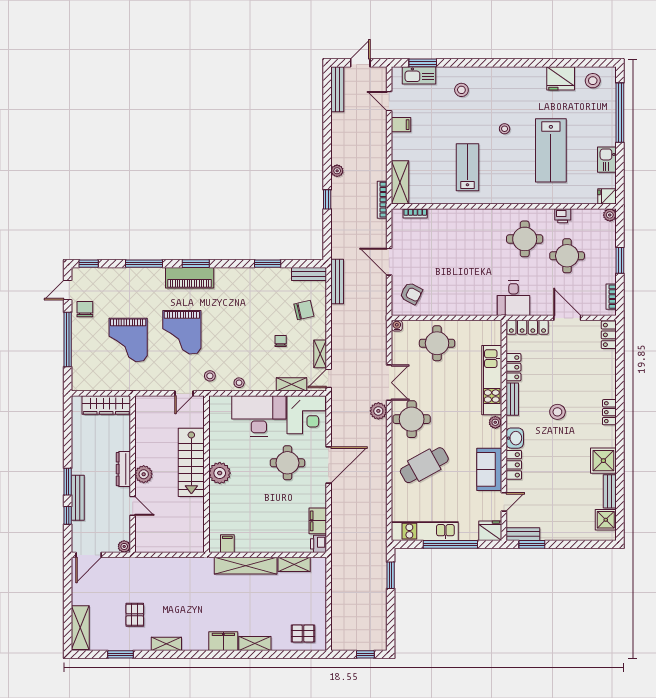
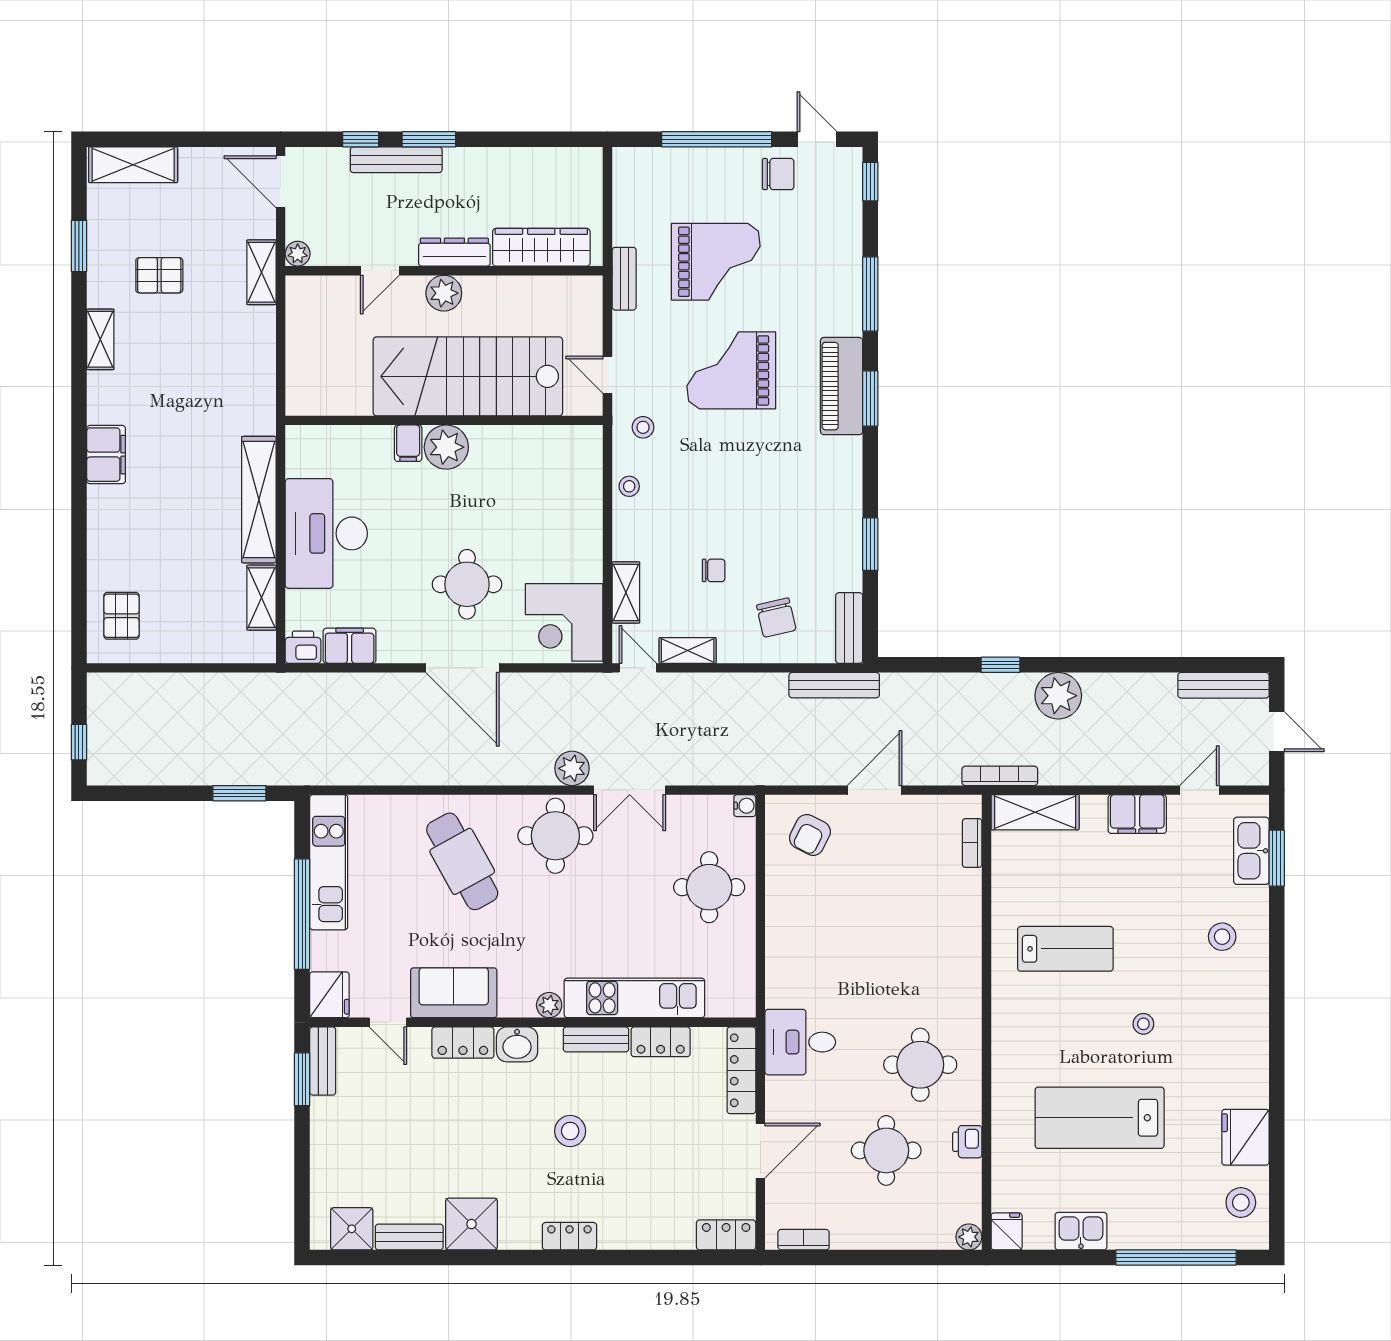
filing cabinet: (401, 125) -> (1137, 814), width x2.00
plant: (337, 171) -> (1058, 696), width x1.87, depth x1.87
window: (620, 260) -> (877, 1258), removed
grand piano: (128, 340) -> (716, 262), turned 180
bench: (136, 385) -> (624, 279), added
wardrobe: (106, 405) -> (541, 247), moved, turned 90
desk: (259, 416) -> (326, 533), moved, turned 180
stairs: (191, 462) -> (468, 376), width x1.36, depth x1.51
filing cabinet: (227, 544) -> (408, 443), moved, turned 90
shelving: (255, 643) -> (261, 272), moved

